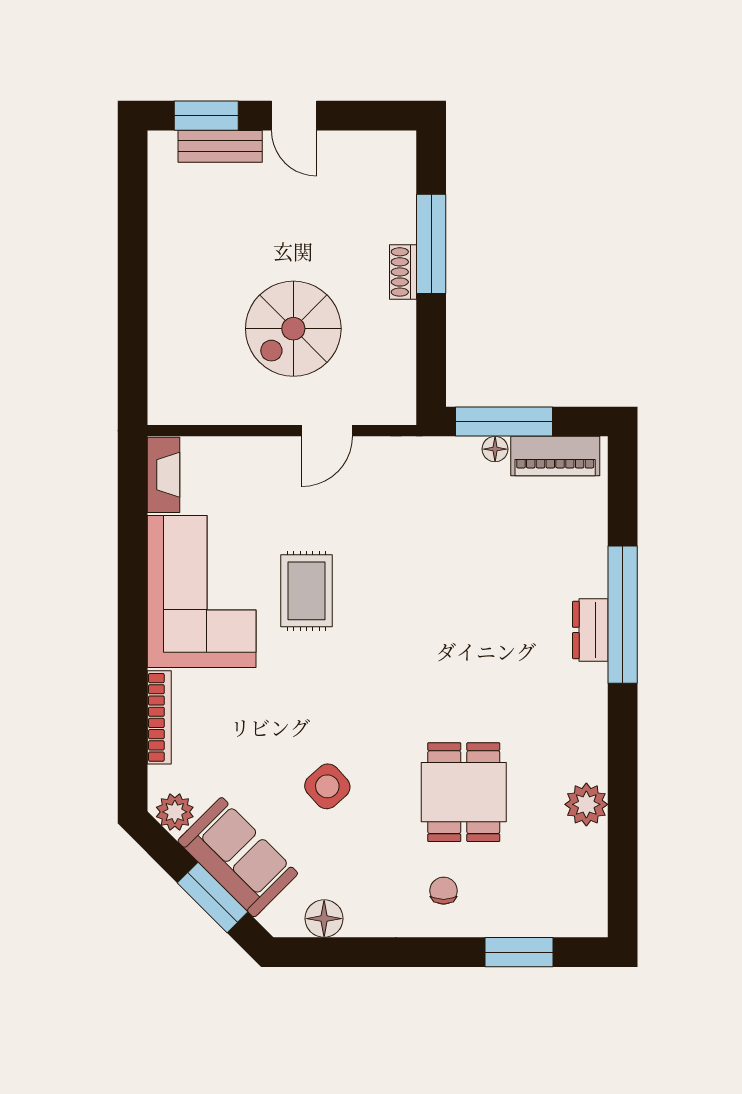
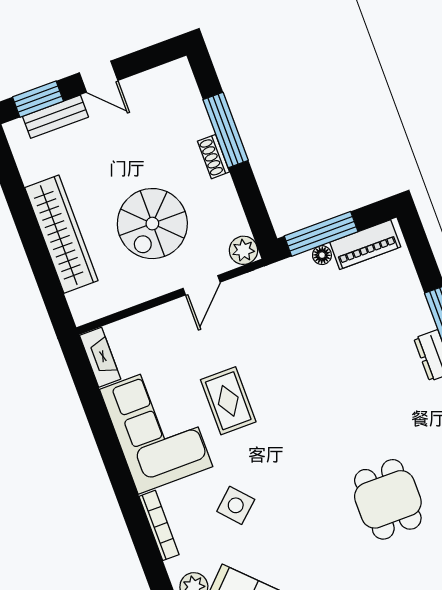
wardrobe: (172, 299) -> (61, 234), added
plant: (397, 406) -> (243, 250), added
side table: (327, 786) -> (236, 505), moved
chair: (444, 891) -> (399, 572), removed

